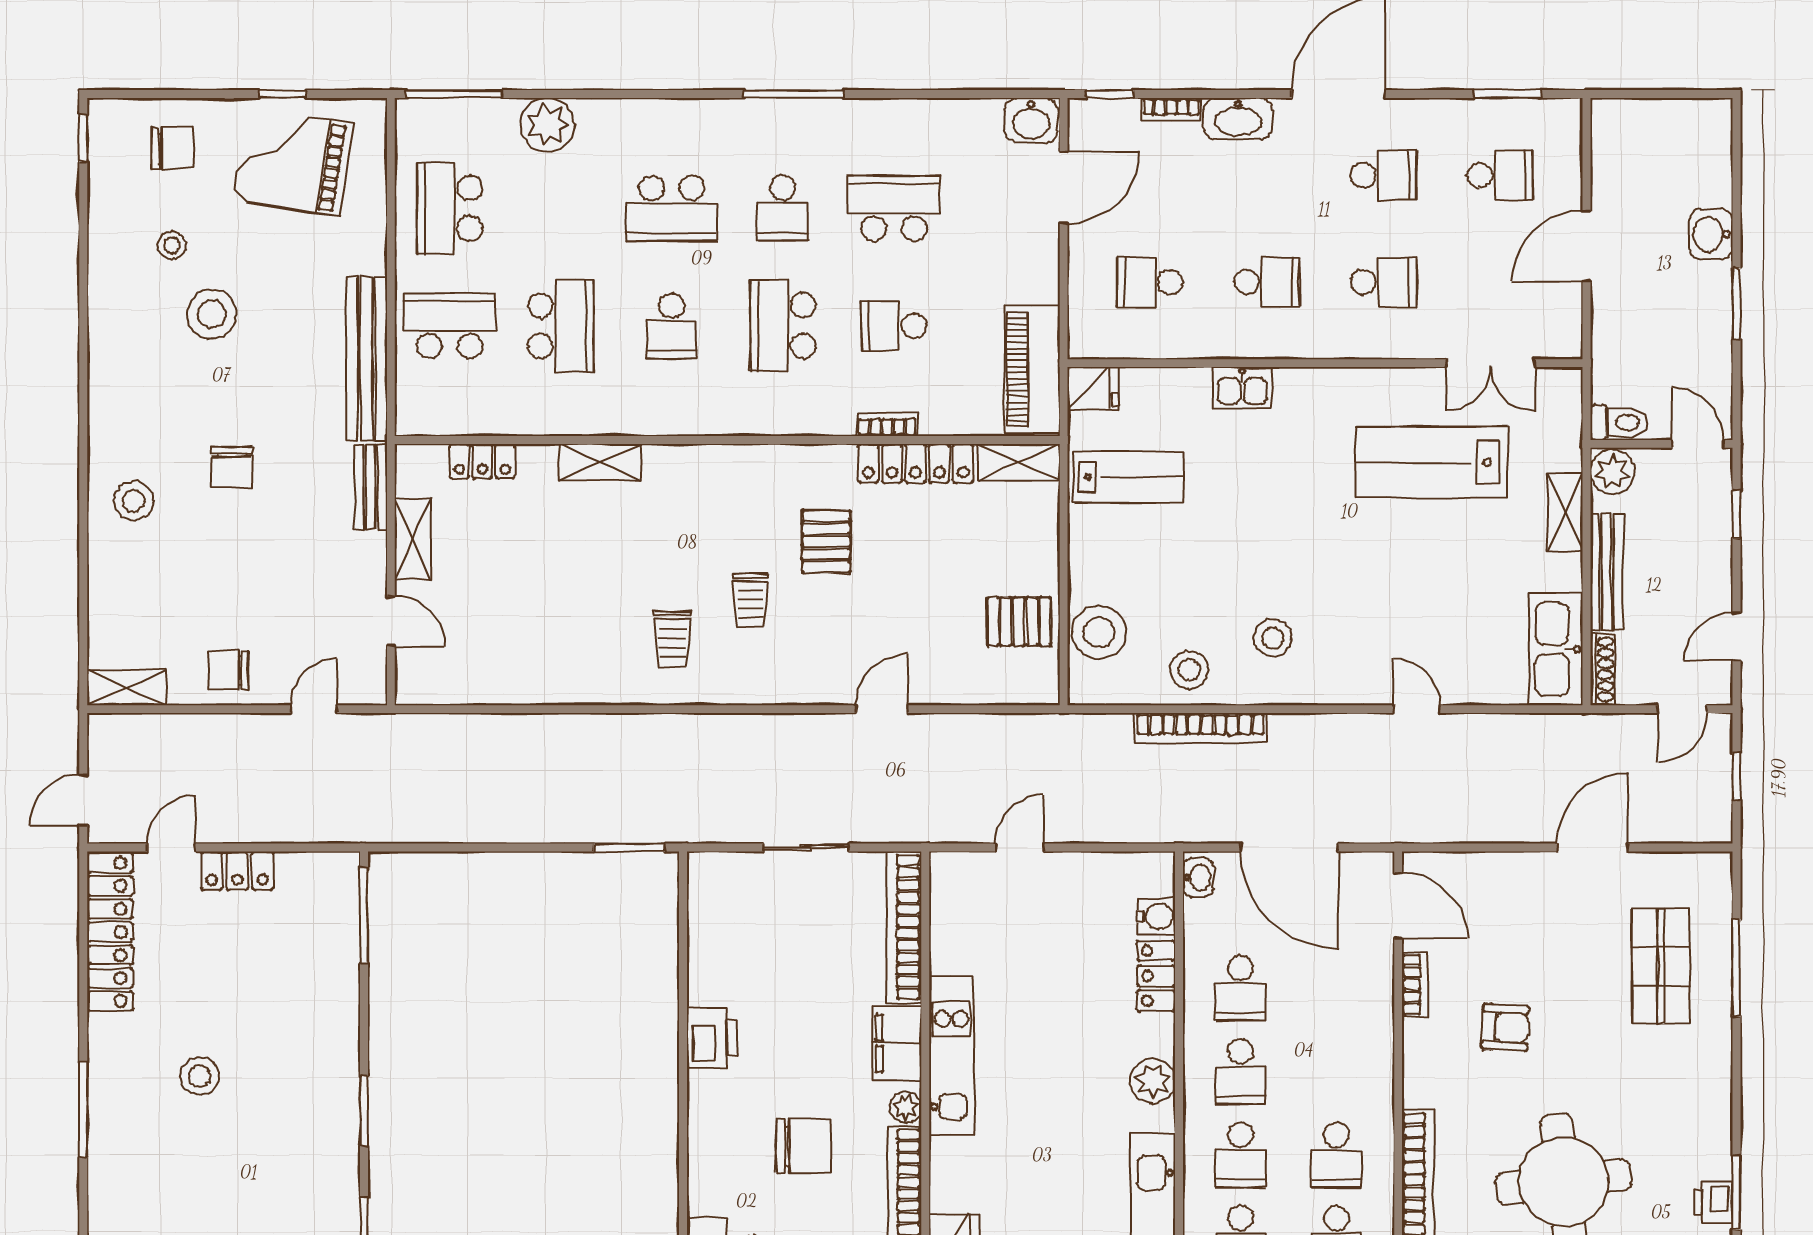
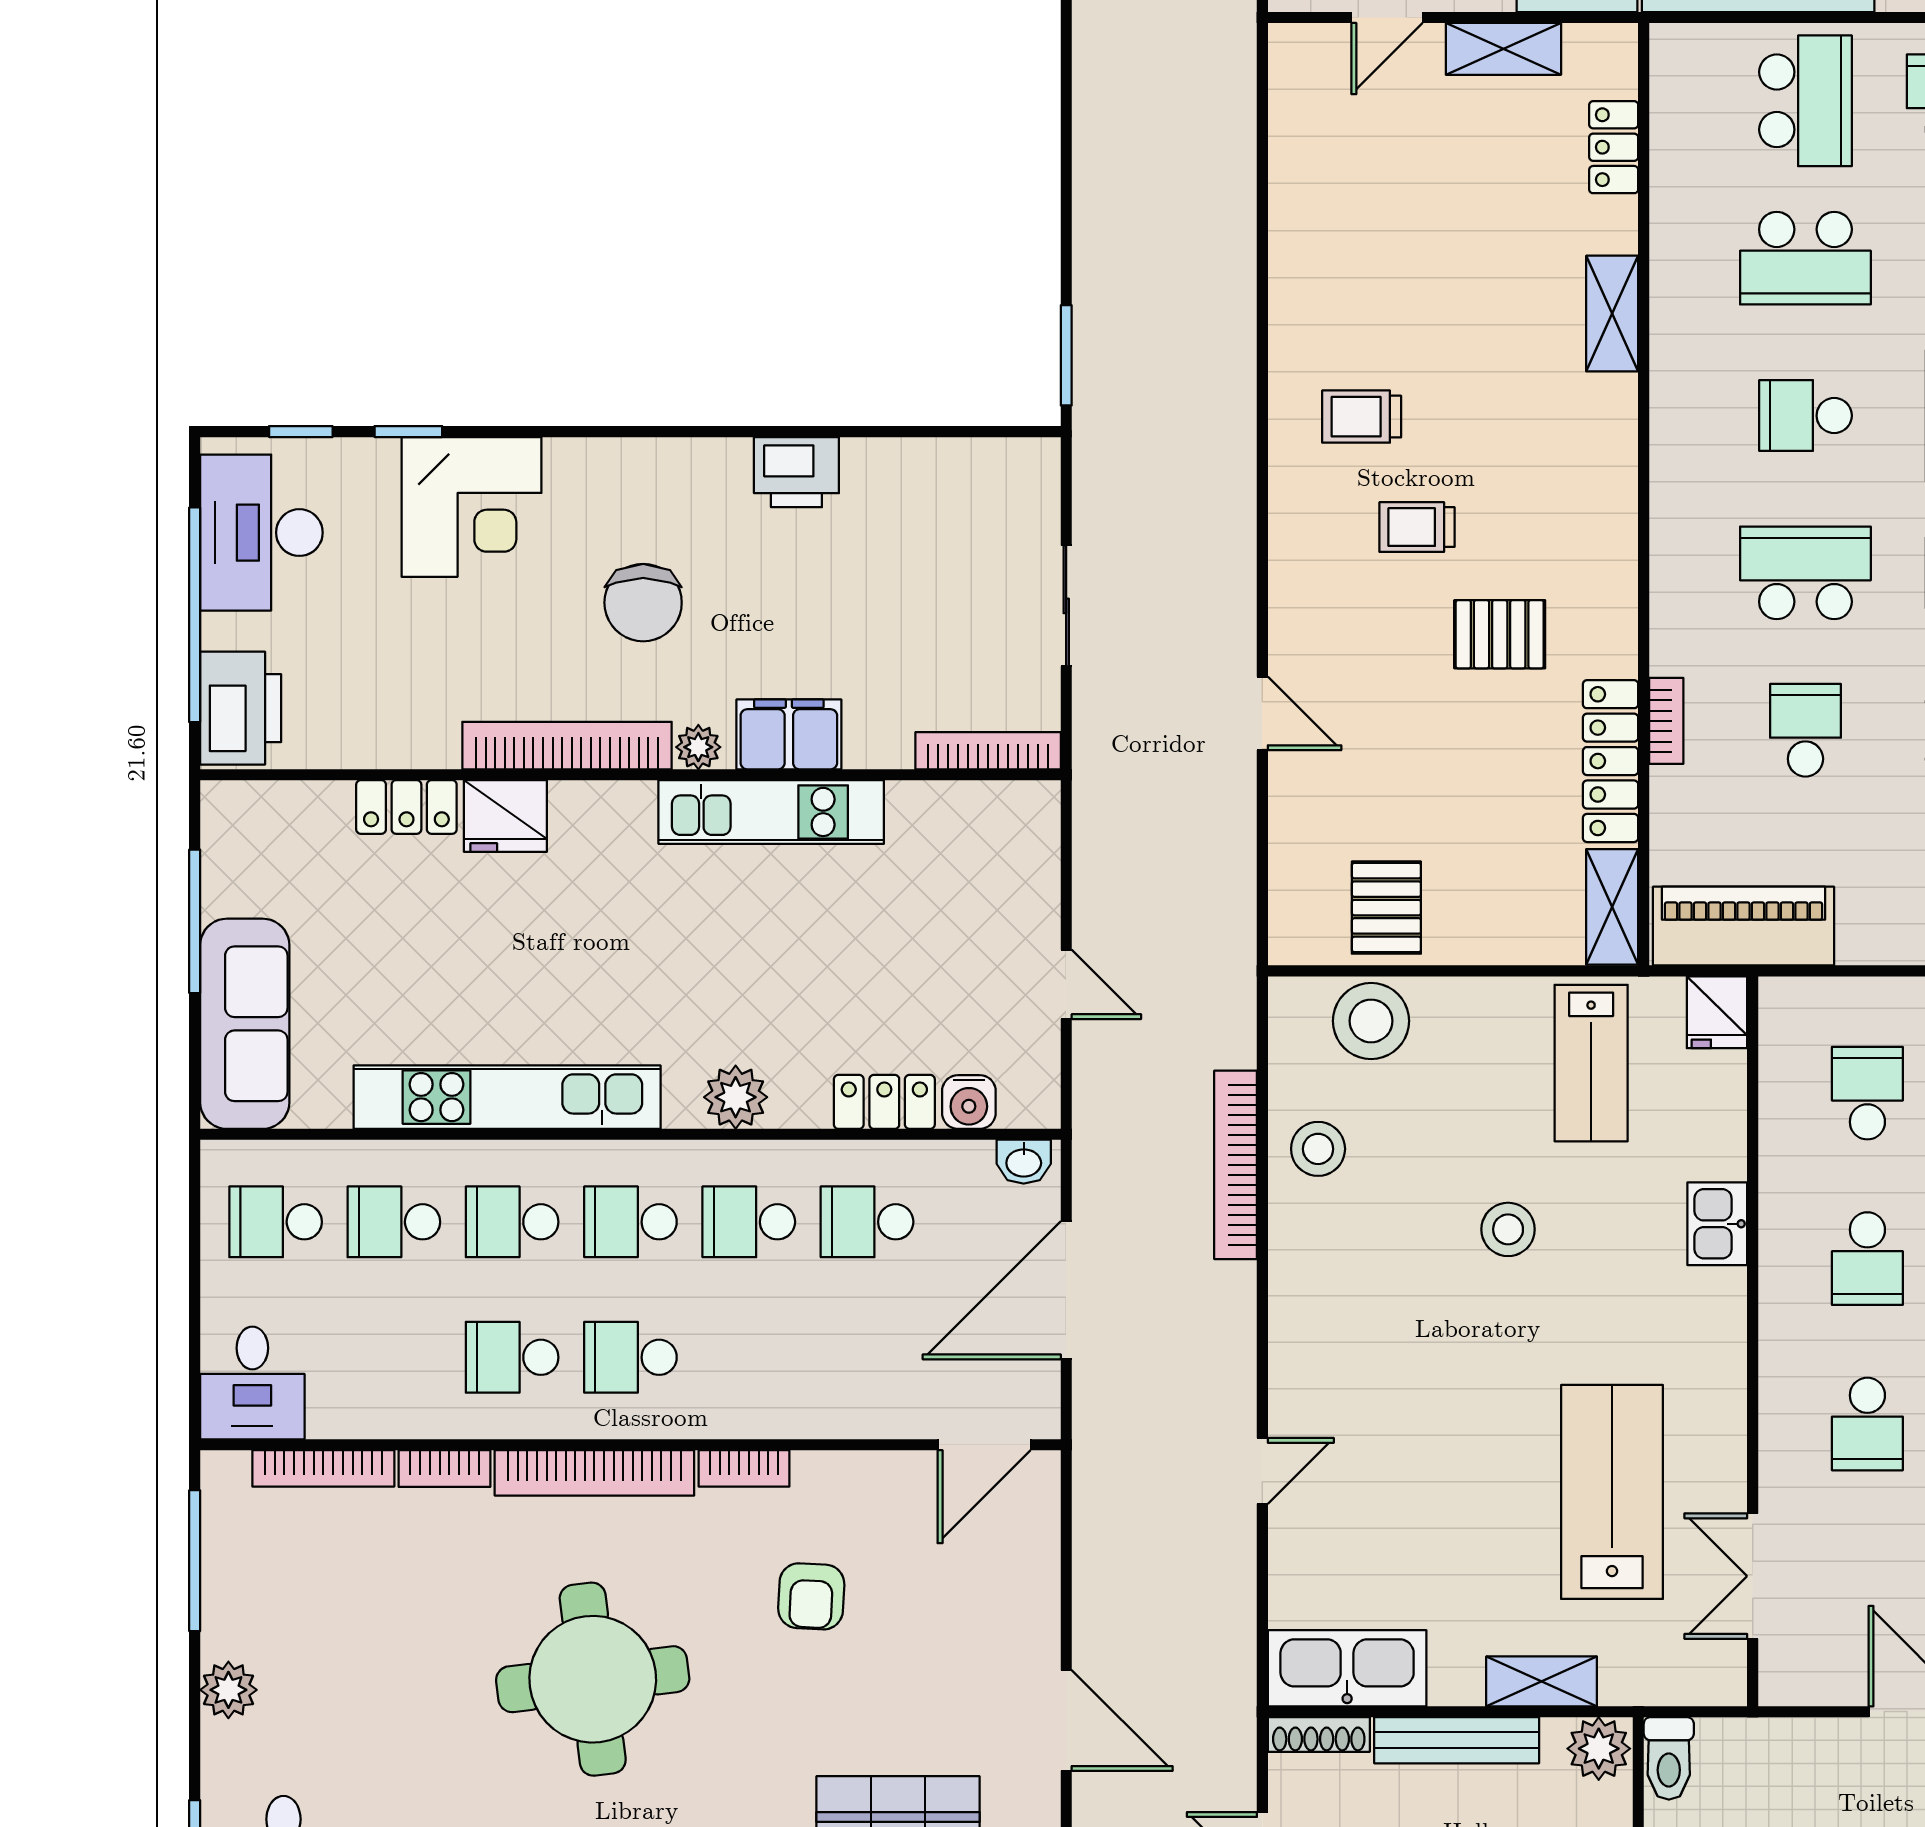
stool: (1273, 638) -> (1508, 1229), moved
door: (1020, 848) -> (1066, 984), moved
bookcase: (904, 927) -> (988, 751), width x0.68, depth x0.76
bookcase: (1415, 985) -> (744, 1468), moved

